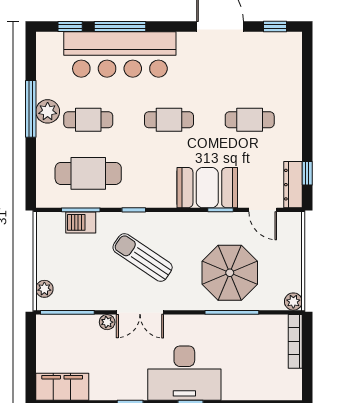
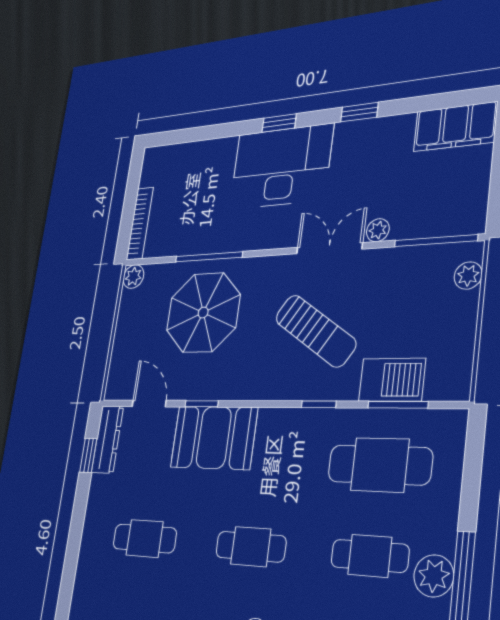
barbecue: (81, 222) -> (392, 380), width x1.38, depth x1.27

